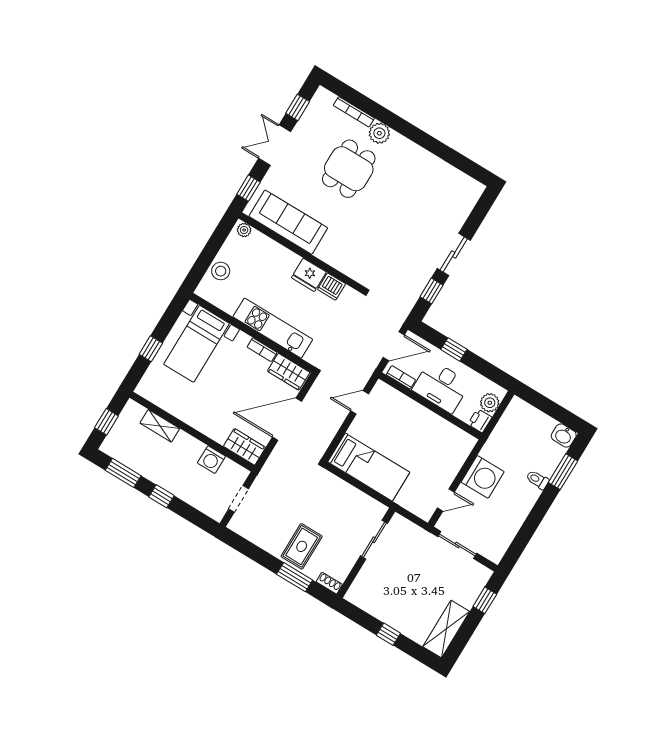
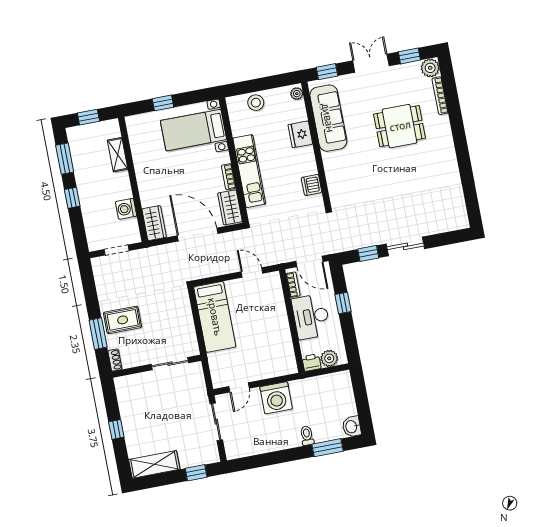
plant: (379, 133) -> (430, 68), moved
fridge: (309, 275) -> (300, 134), moved
door: (446, 500) -> (239, 387), hinge flipped

